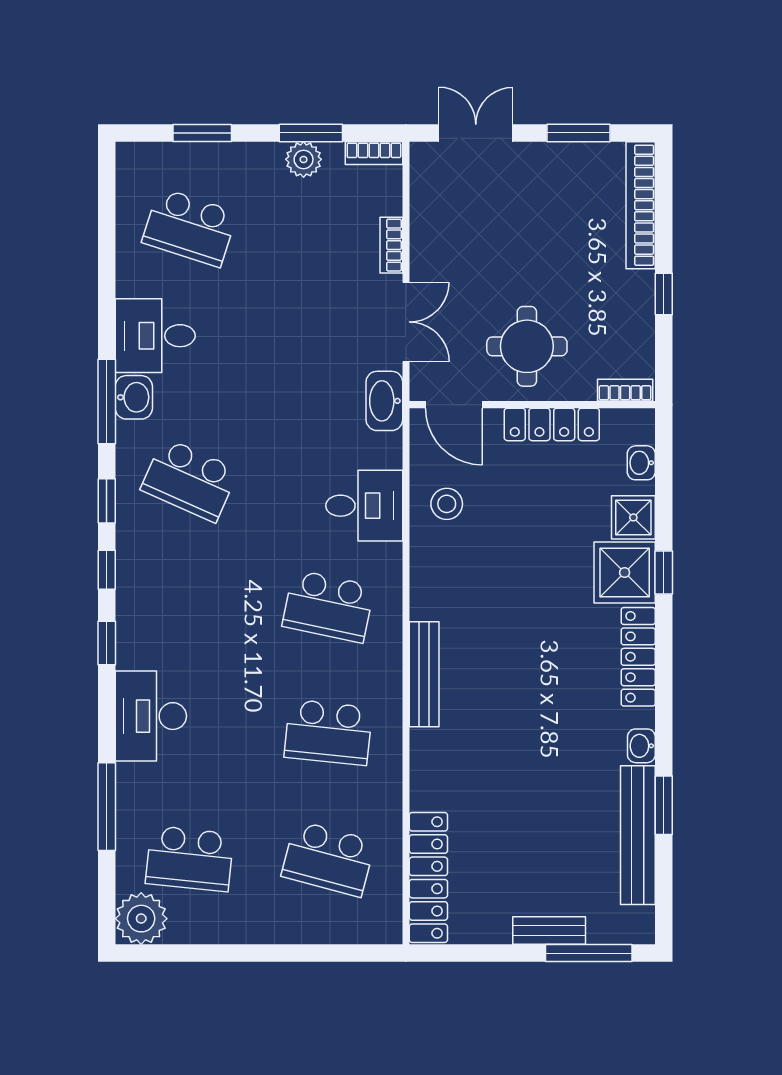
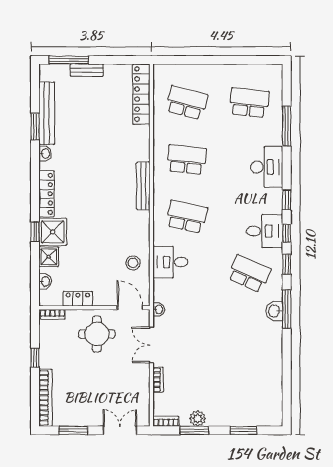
double door: (476, 133) -> (120, 430), swing flipped
school desk: (190, 227) -> (249, 388), removed
desk: (155, 336) -> (265, 231), moved
washbasin: (384, 401) -> (159, 309), width x0.52, depth x0.69
locker: (552, 424) -> (78, 299), width x0.66
plant: (141, 919) -> (271, 76), removed

